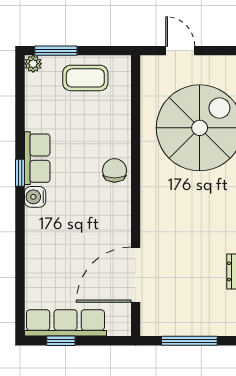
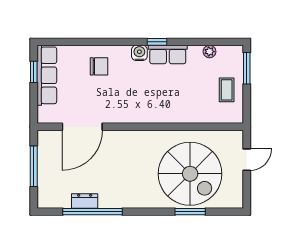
plant: (33, 64) -> (209, 52), moved
coffee table: (85, 78) -> (227, 90), width x0.73, depth x0.77
chair: (115, 170) -> (99, 66), moved
door: (136, 275) -> (82, 127), swing flipped

